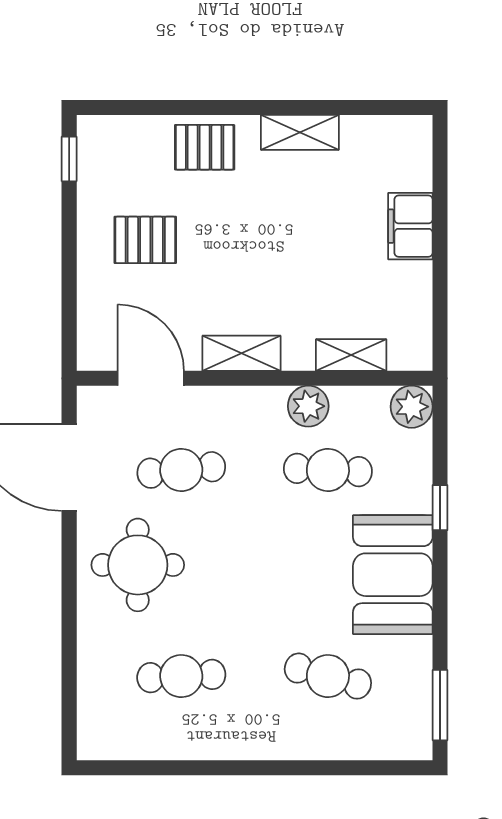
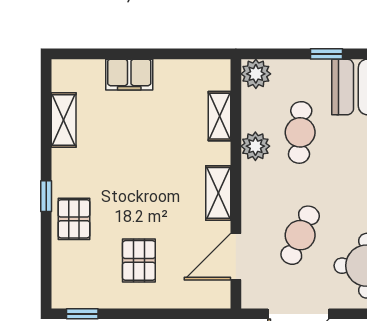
window: (237, 108) -> (46, 196), added
shelving: (300, 132) -> (64, 120), moved
cafe table: (181, 470) -> (300, 235), turned 30

